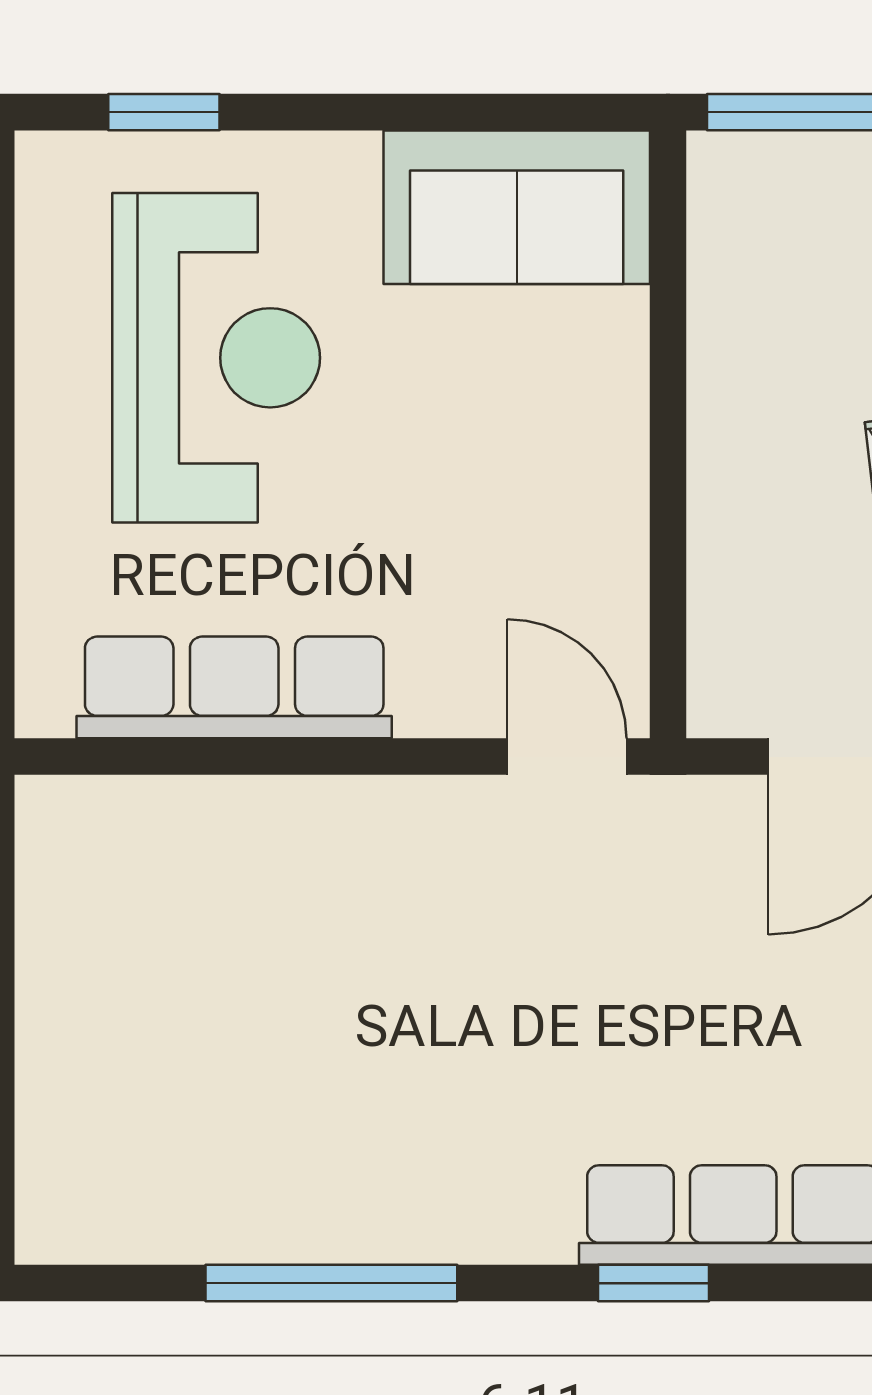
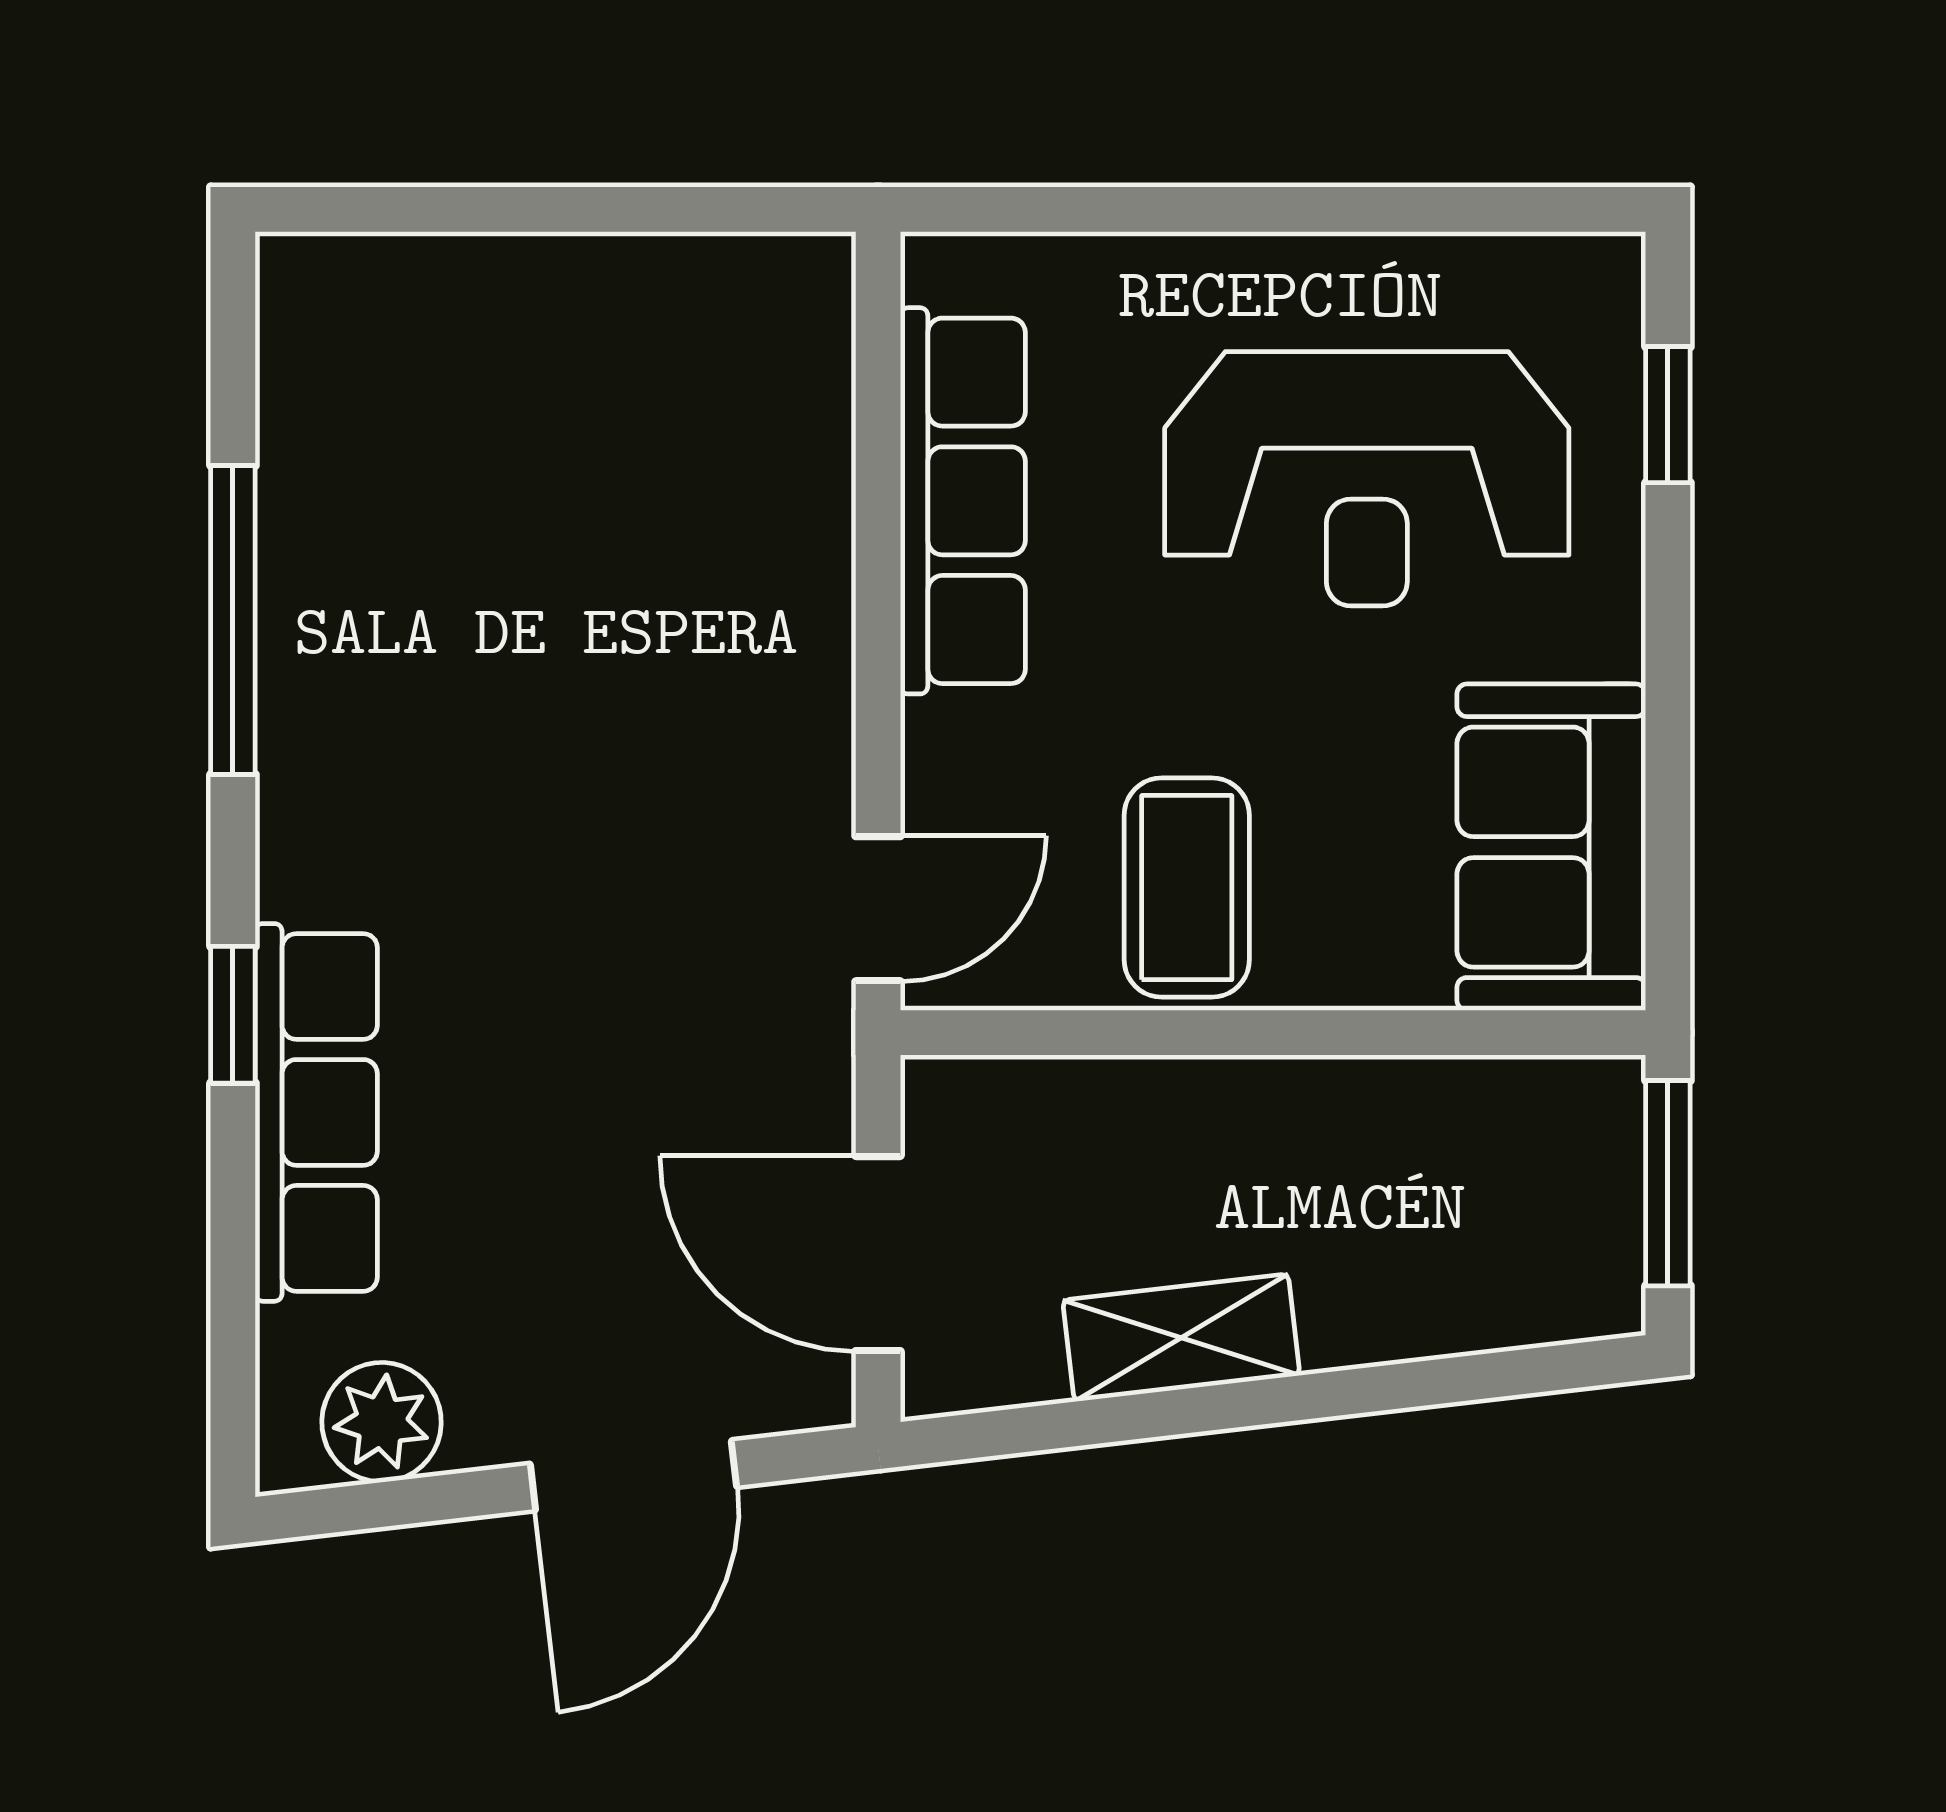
coffee table: (550, 505) -> (1187, 888), added

